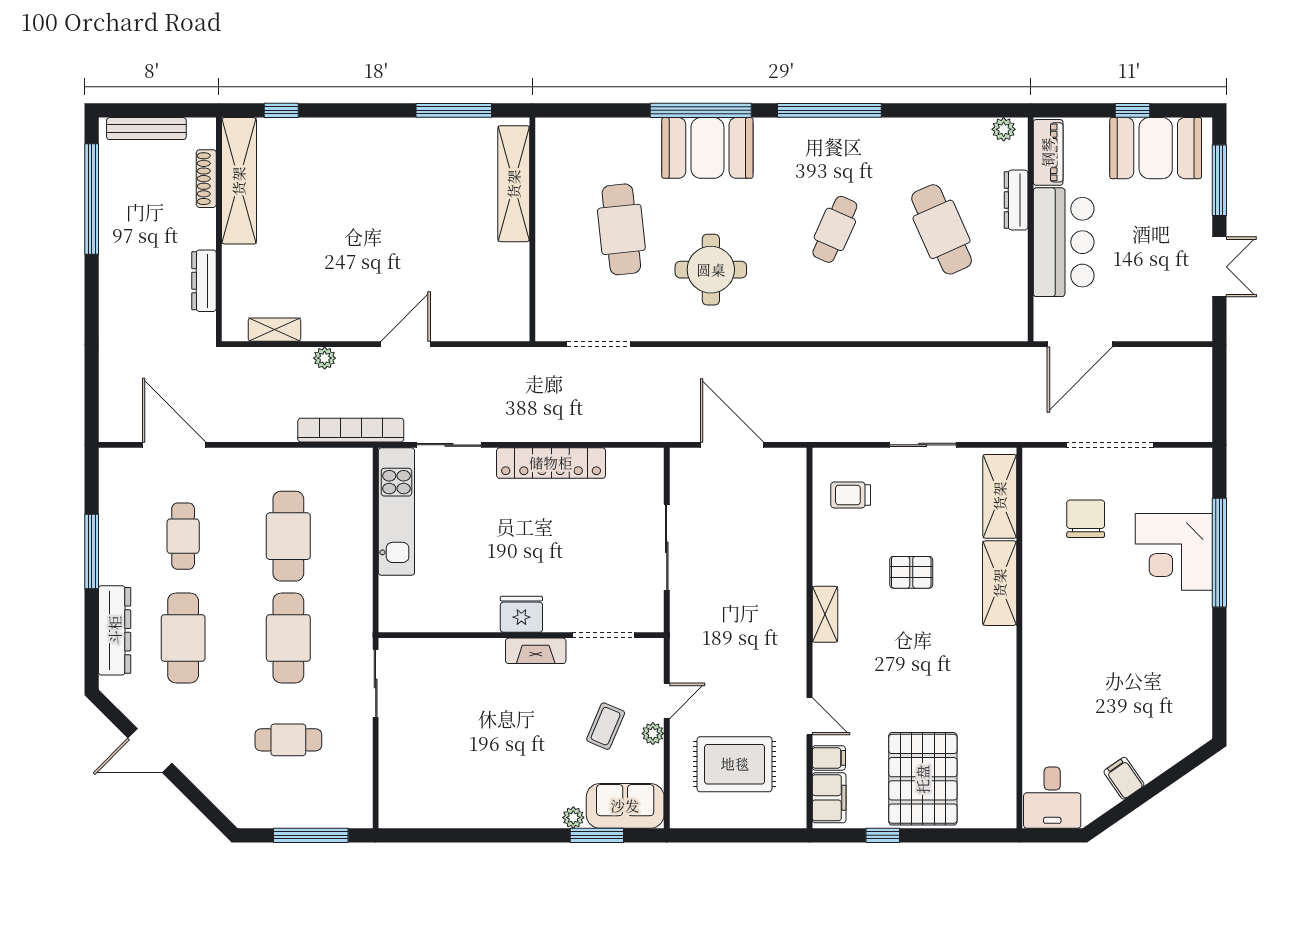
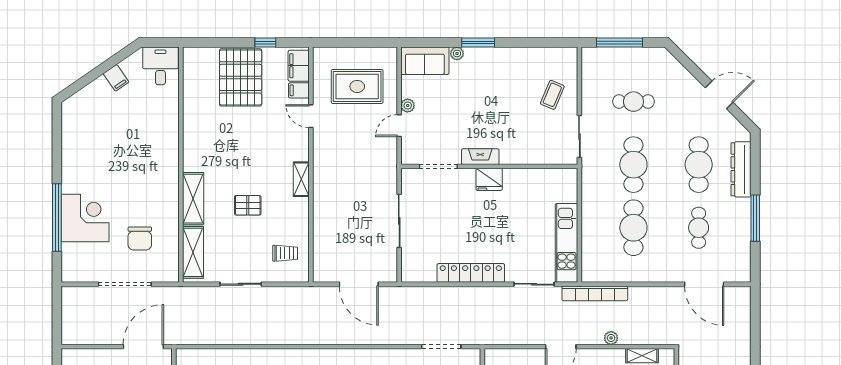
coffee table: (606, 726) -> (552, 95), moved
window: (597, 835) -> (478, 42), moved

